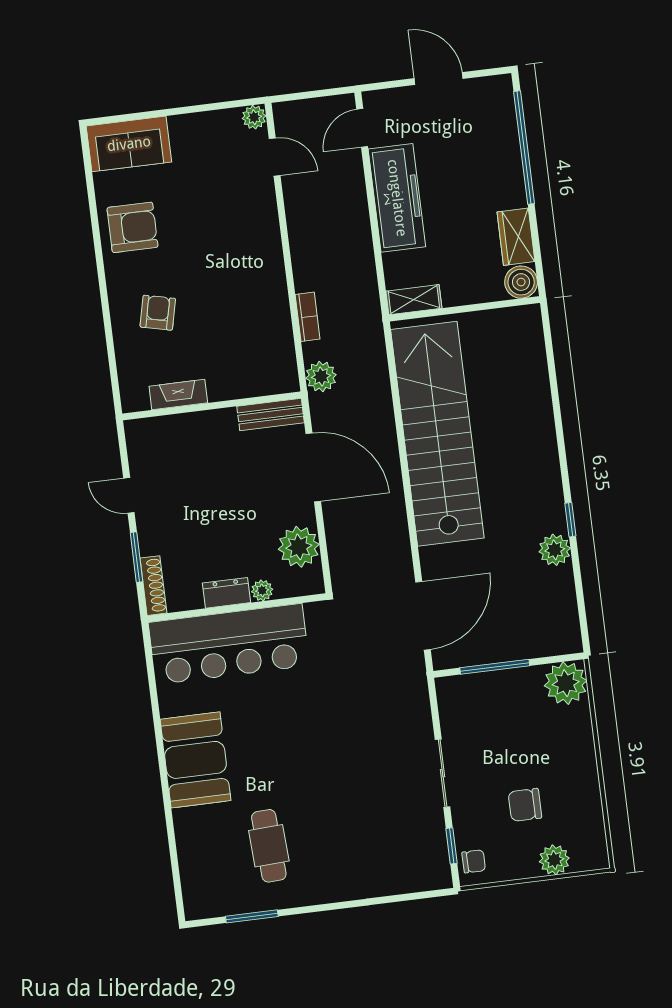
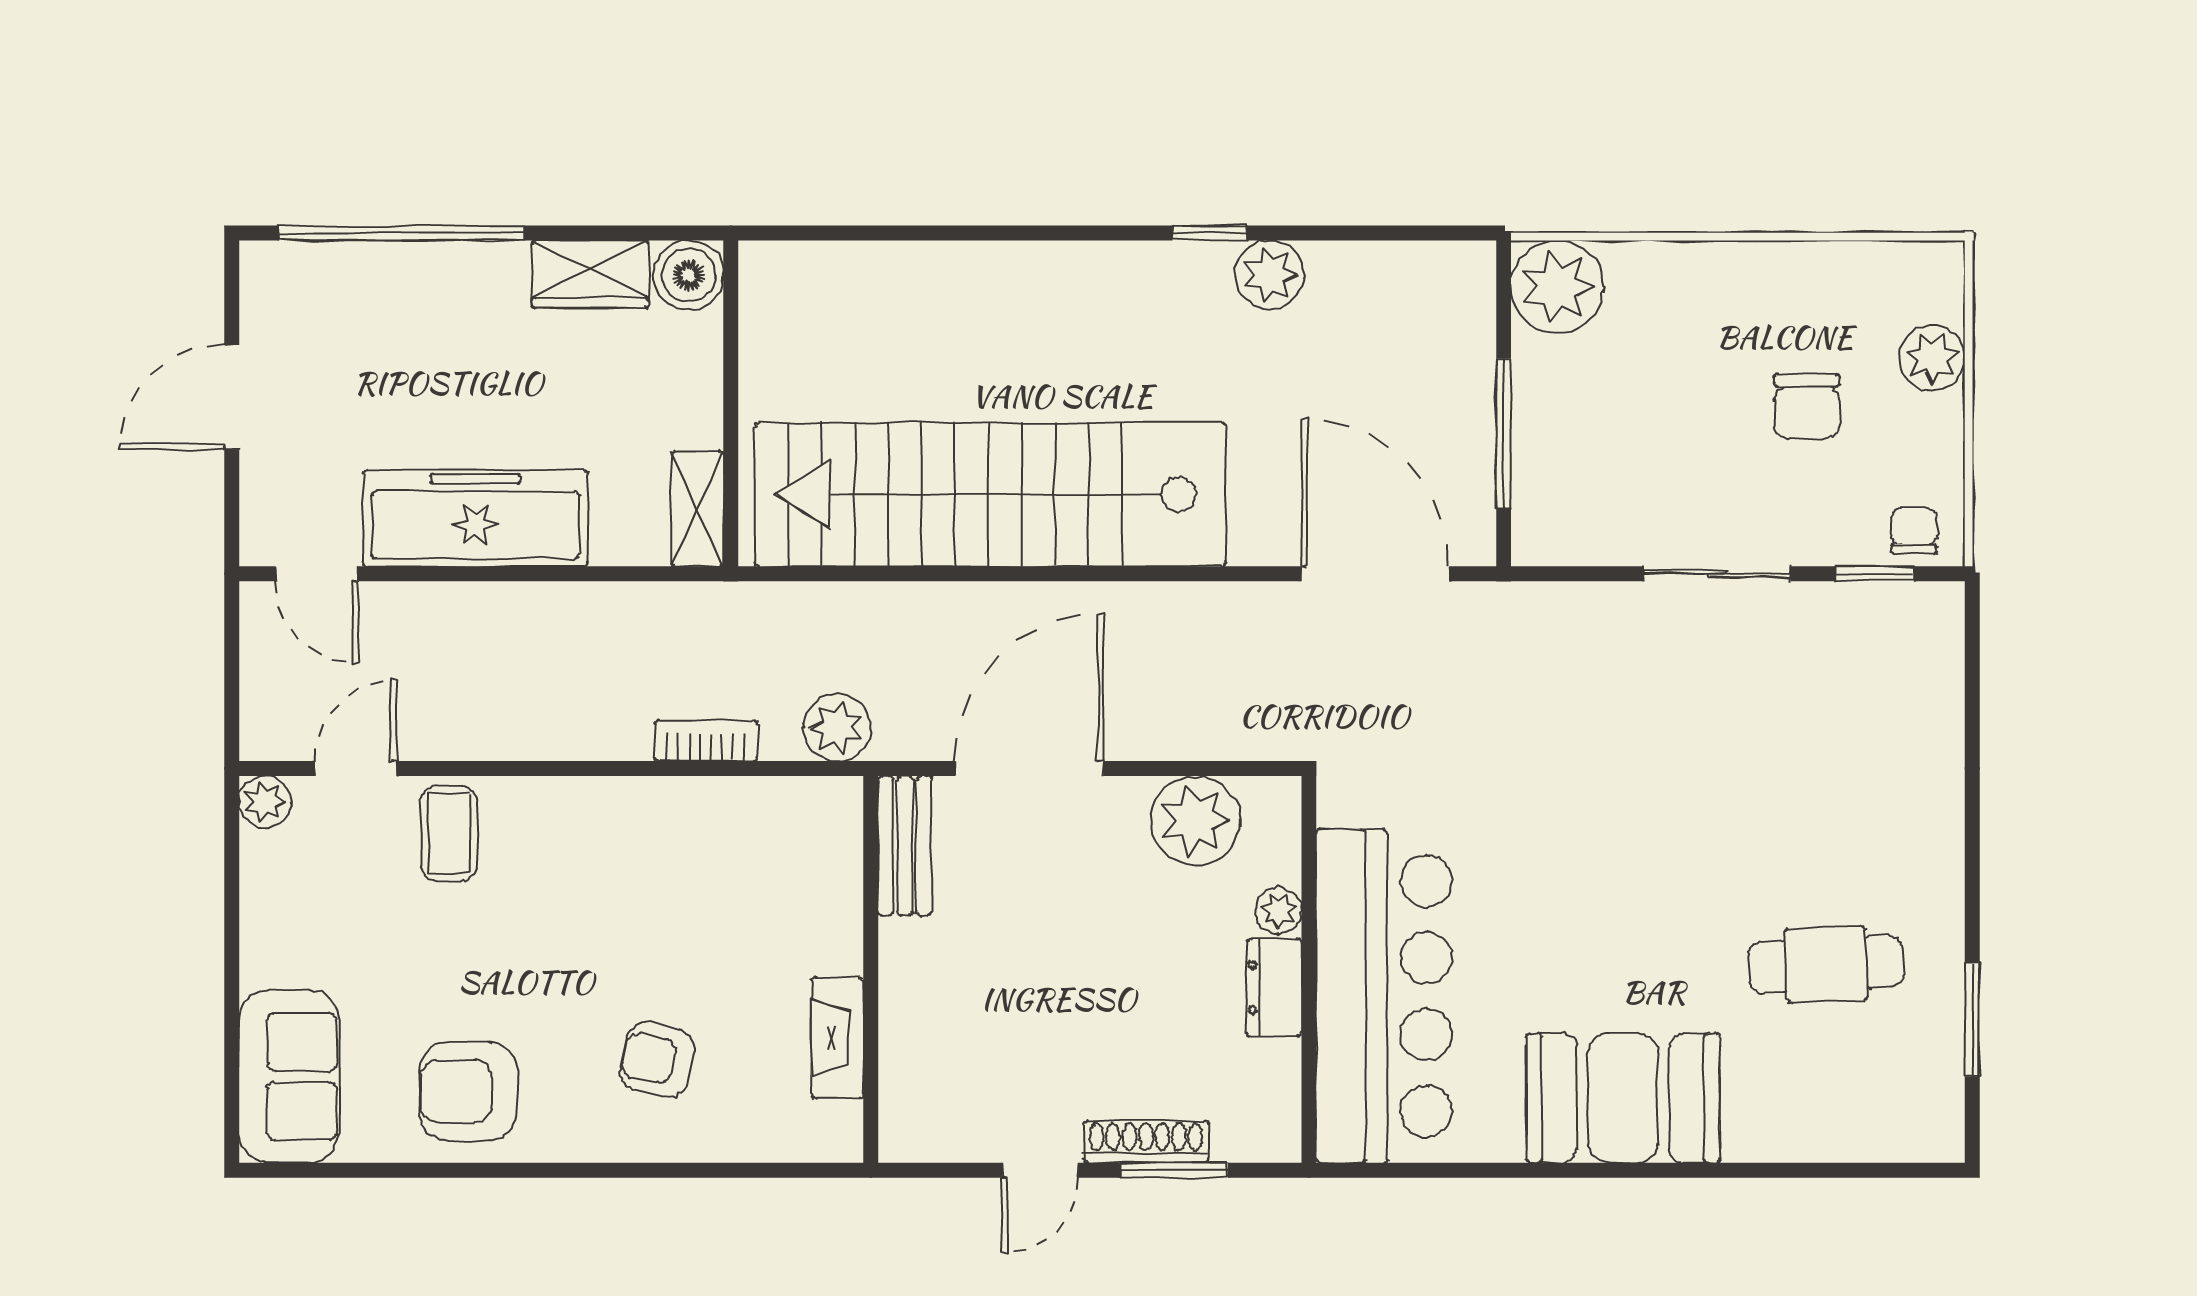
coffee table: (250, 204) -> (449, 834), added
armchair: (132, 227) -> (468, 1091), turned -90
shoe rack: (153, 586) -> (1146, 1142), moved

